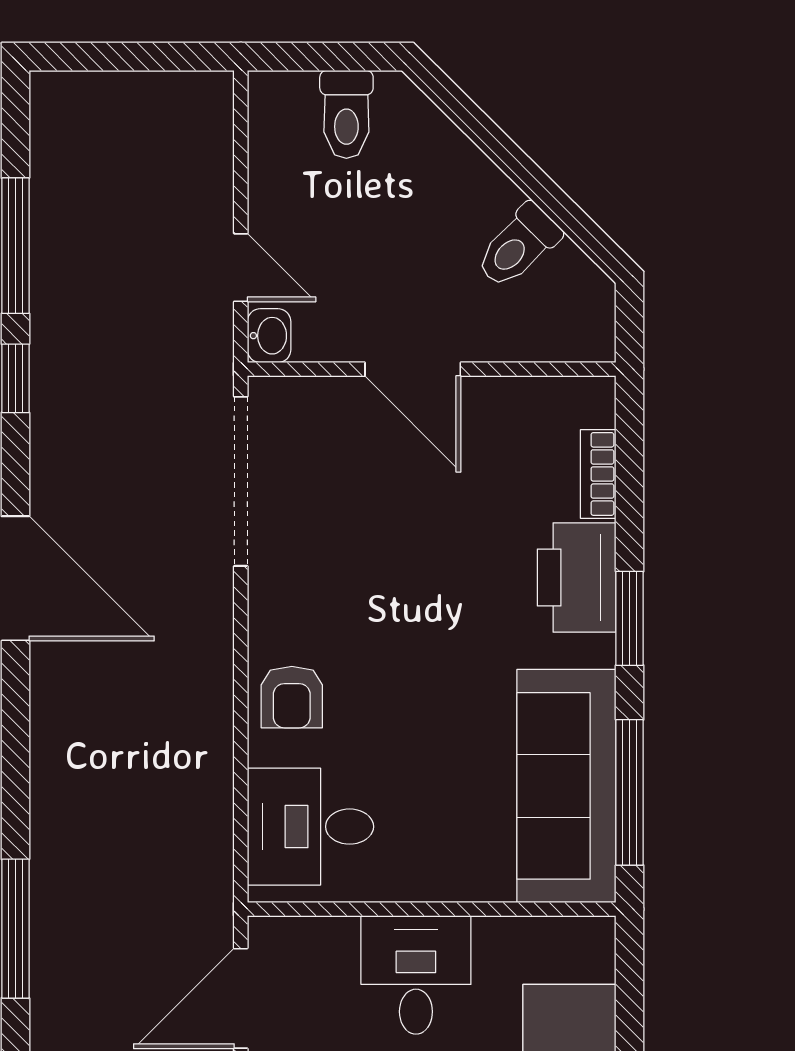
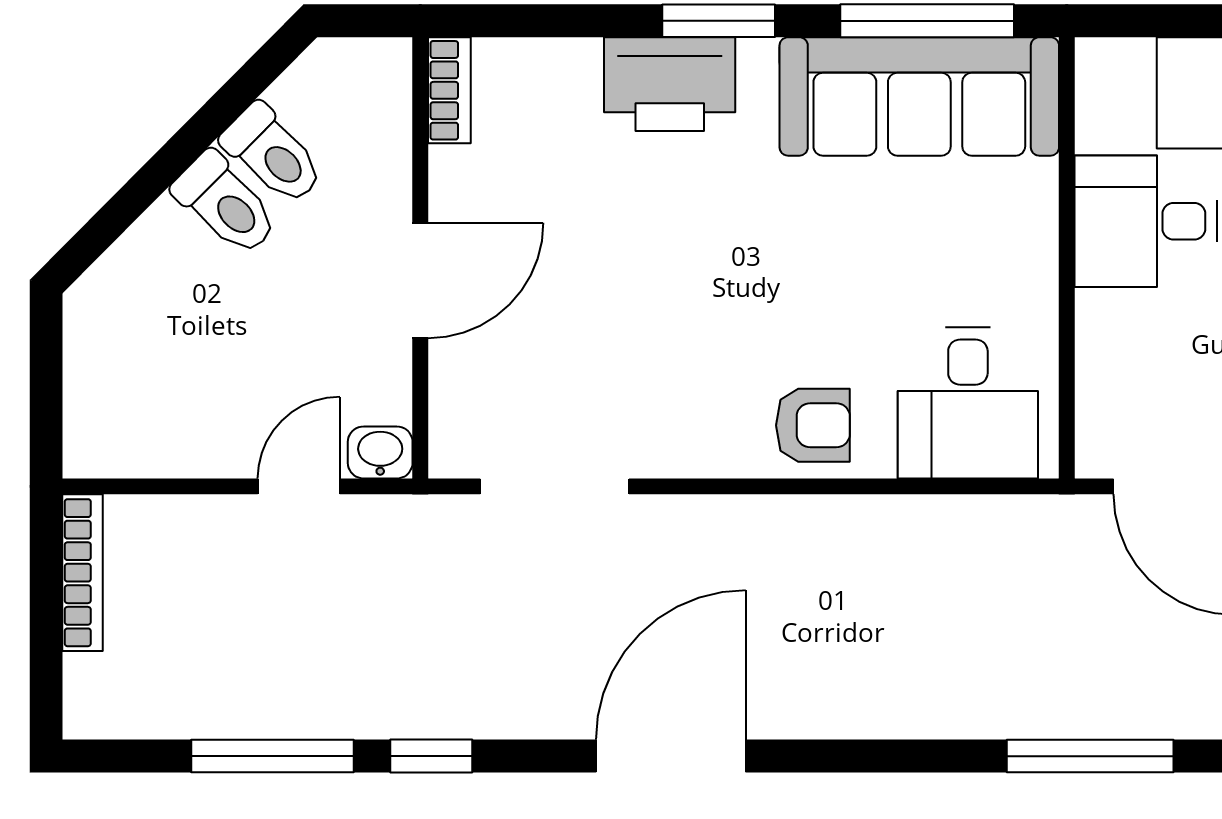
bookcase: (169, 87) -> (83, 573), added
toilet: (346, 114) -> (226, 204), moved, turned 45
bookcase: (598, 474) -> (449, 90), moved, turned -90
doorway: (241, 481) -> (555, 486), width x0.73
desk: (416, 975) -> (1146, 221), moved

